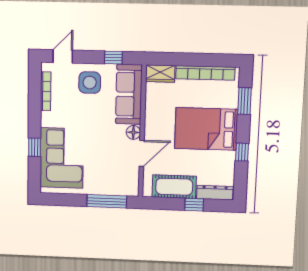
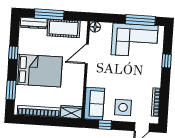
sofa: (129, 94) -> (94, 104), width x0.73
floor lamp: (133, 132) -> (95, 27), moved
corner sofa: (62, 158) -> (135, 40), moved, turned -90
window: (107, 201) -> (140, 20), moved
window: (194, 205) -> (49, 14), width x2.17

